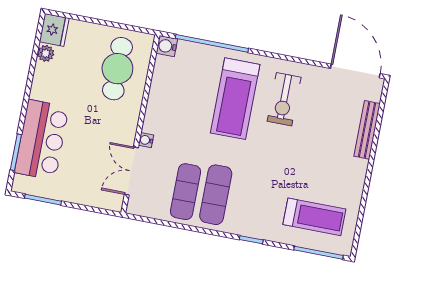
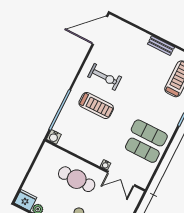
cafe table: (117, 69) -> (77, 179), moved
treadmill: (235, 99) -> (96, 105), width x0.73, depth x0.73
bench: (367, 130) -> (161, 46), moved, width x0.73

